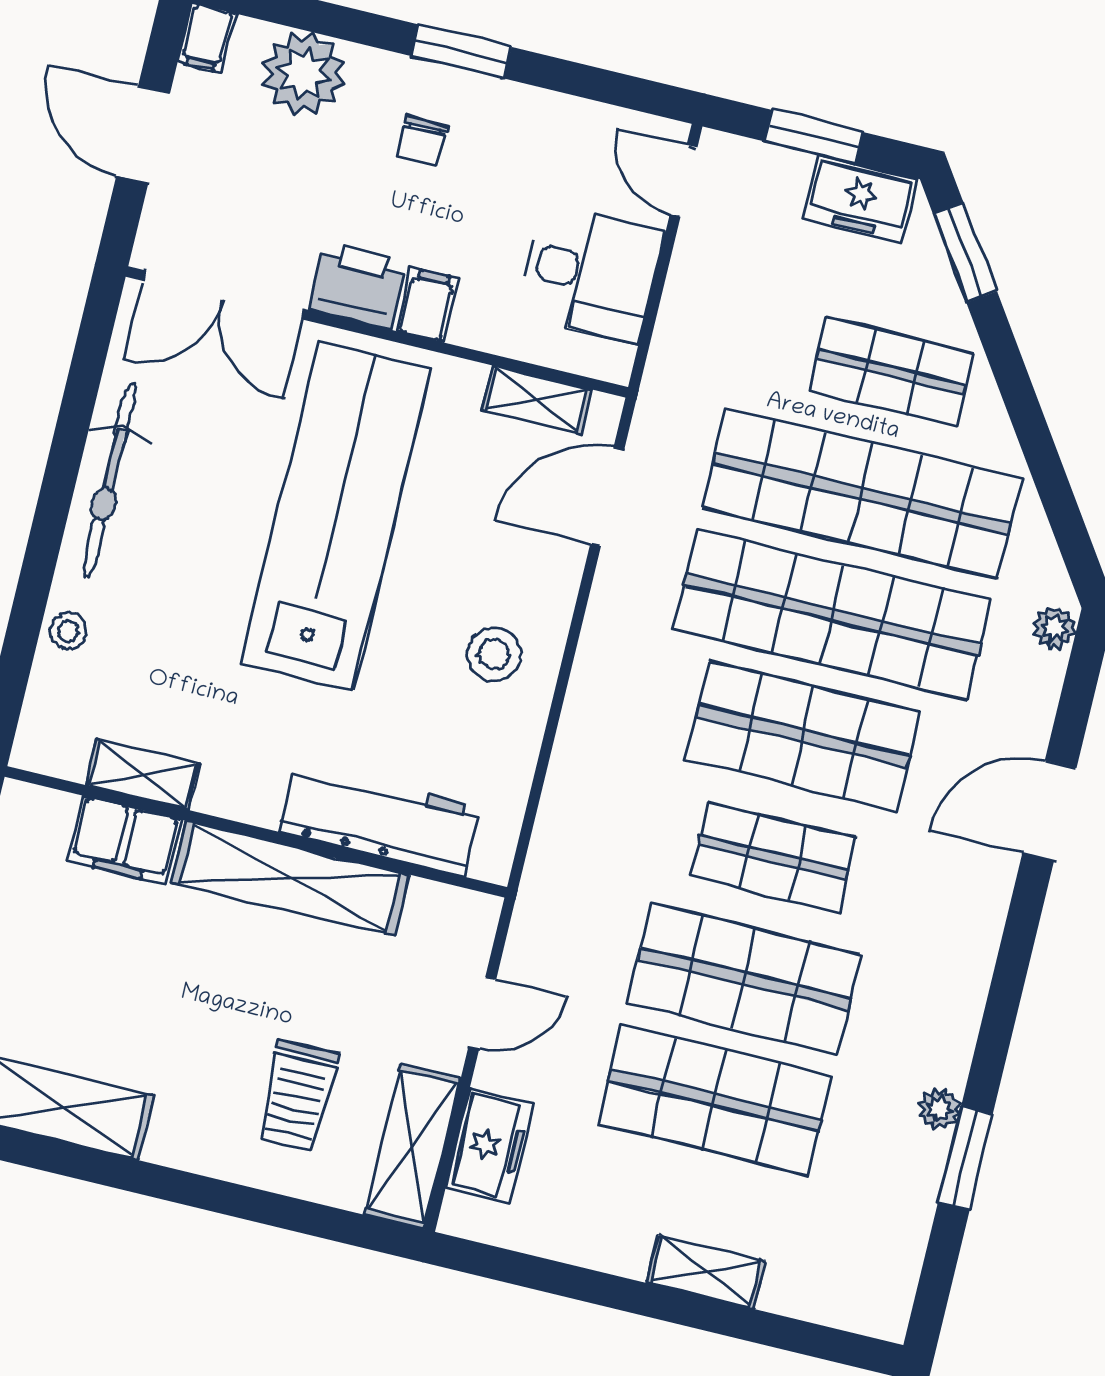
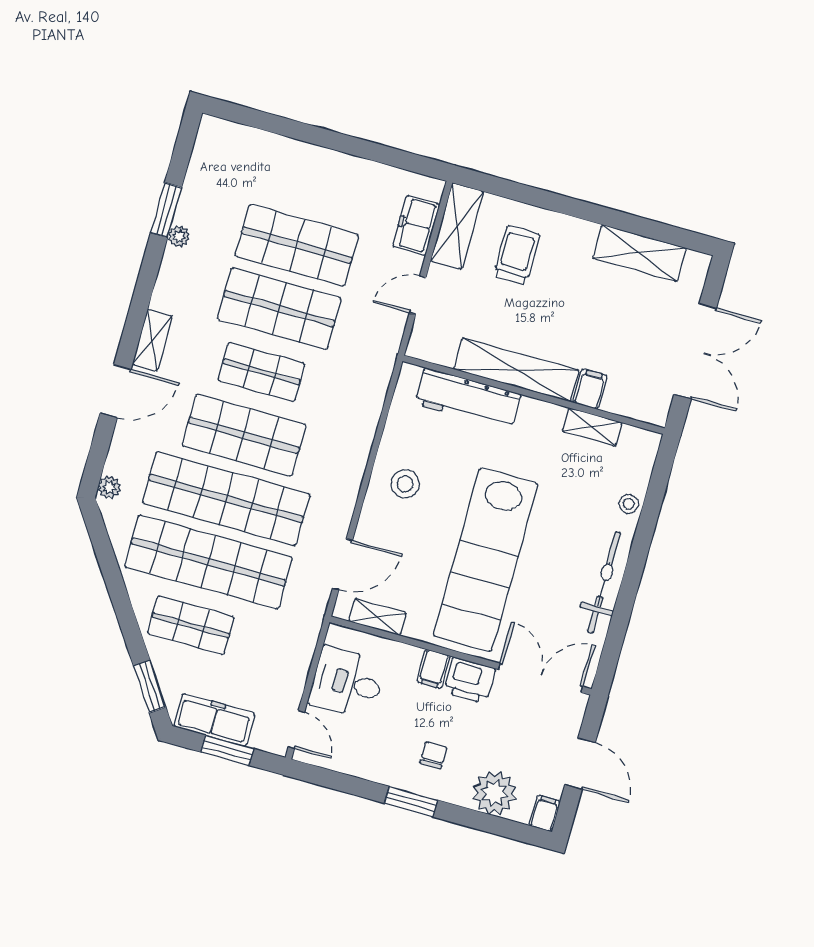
freezer: (860, 199) -> (214, 720), width x1.40
filing cabinet: (125, 840) -> (590, 389), width x0.50
shelving: (706, 1272) -> (152, 340), moved, turned 90

